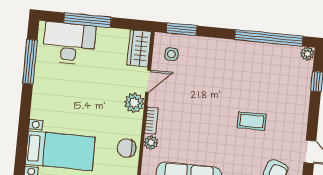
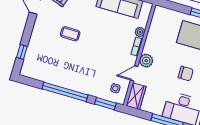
window: (269, 38) -> (65, 92), moved
plant: (307, 54) -> (25, 72), removed
chair: (126, 148) -> (186, 74), moved

